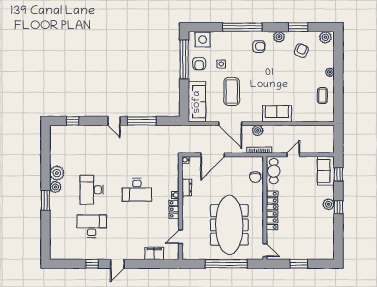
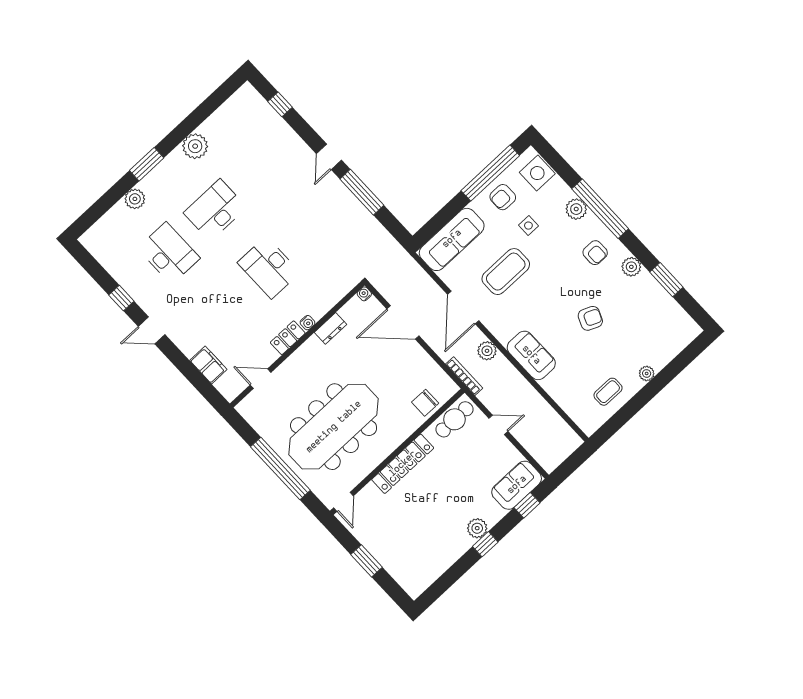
plant: (325, 37) -> (576, 209), moved
armchair: (301, 51) -> (590, 318), moved
plant: (55, 187) -> (135, 199), moved

